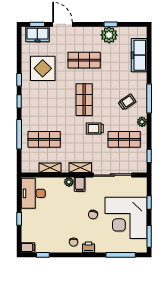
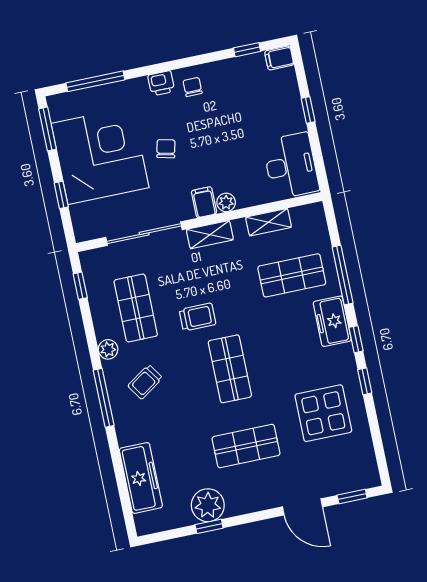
freezer: (37, 34) -> (332, 321), moved, turned -90
shop shelf: (124, 139) -> (136, 308), turned 90

